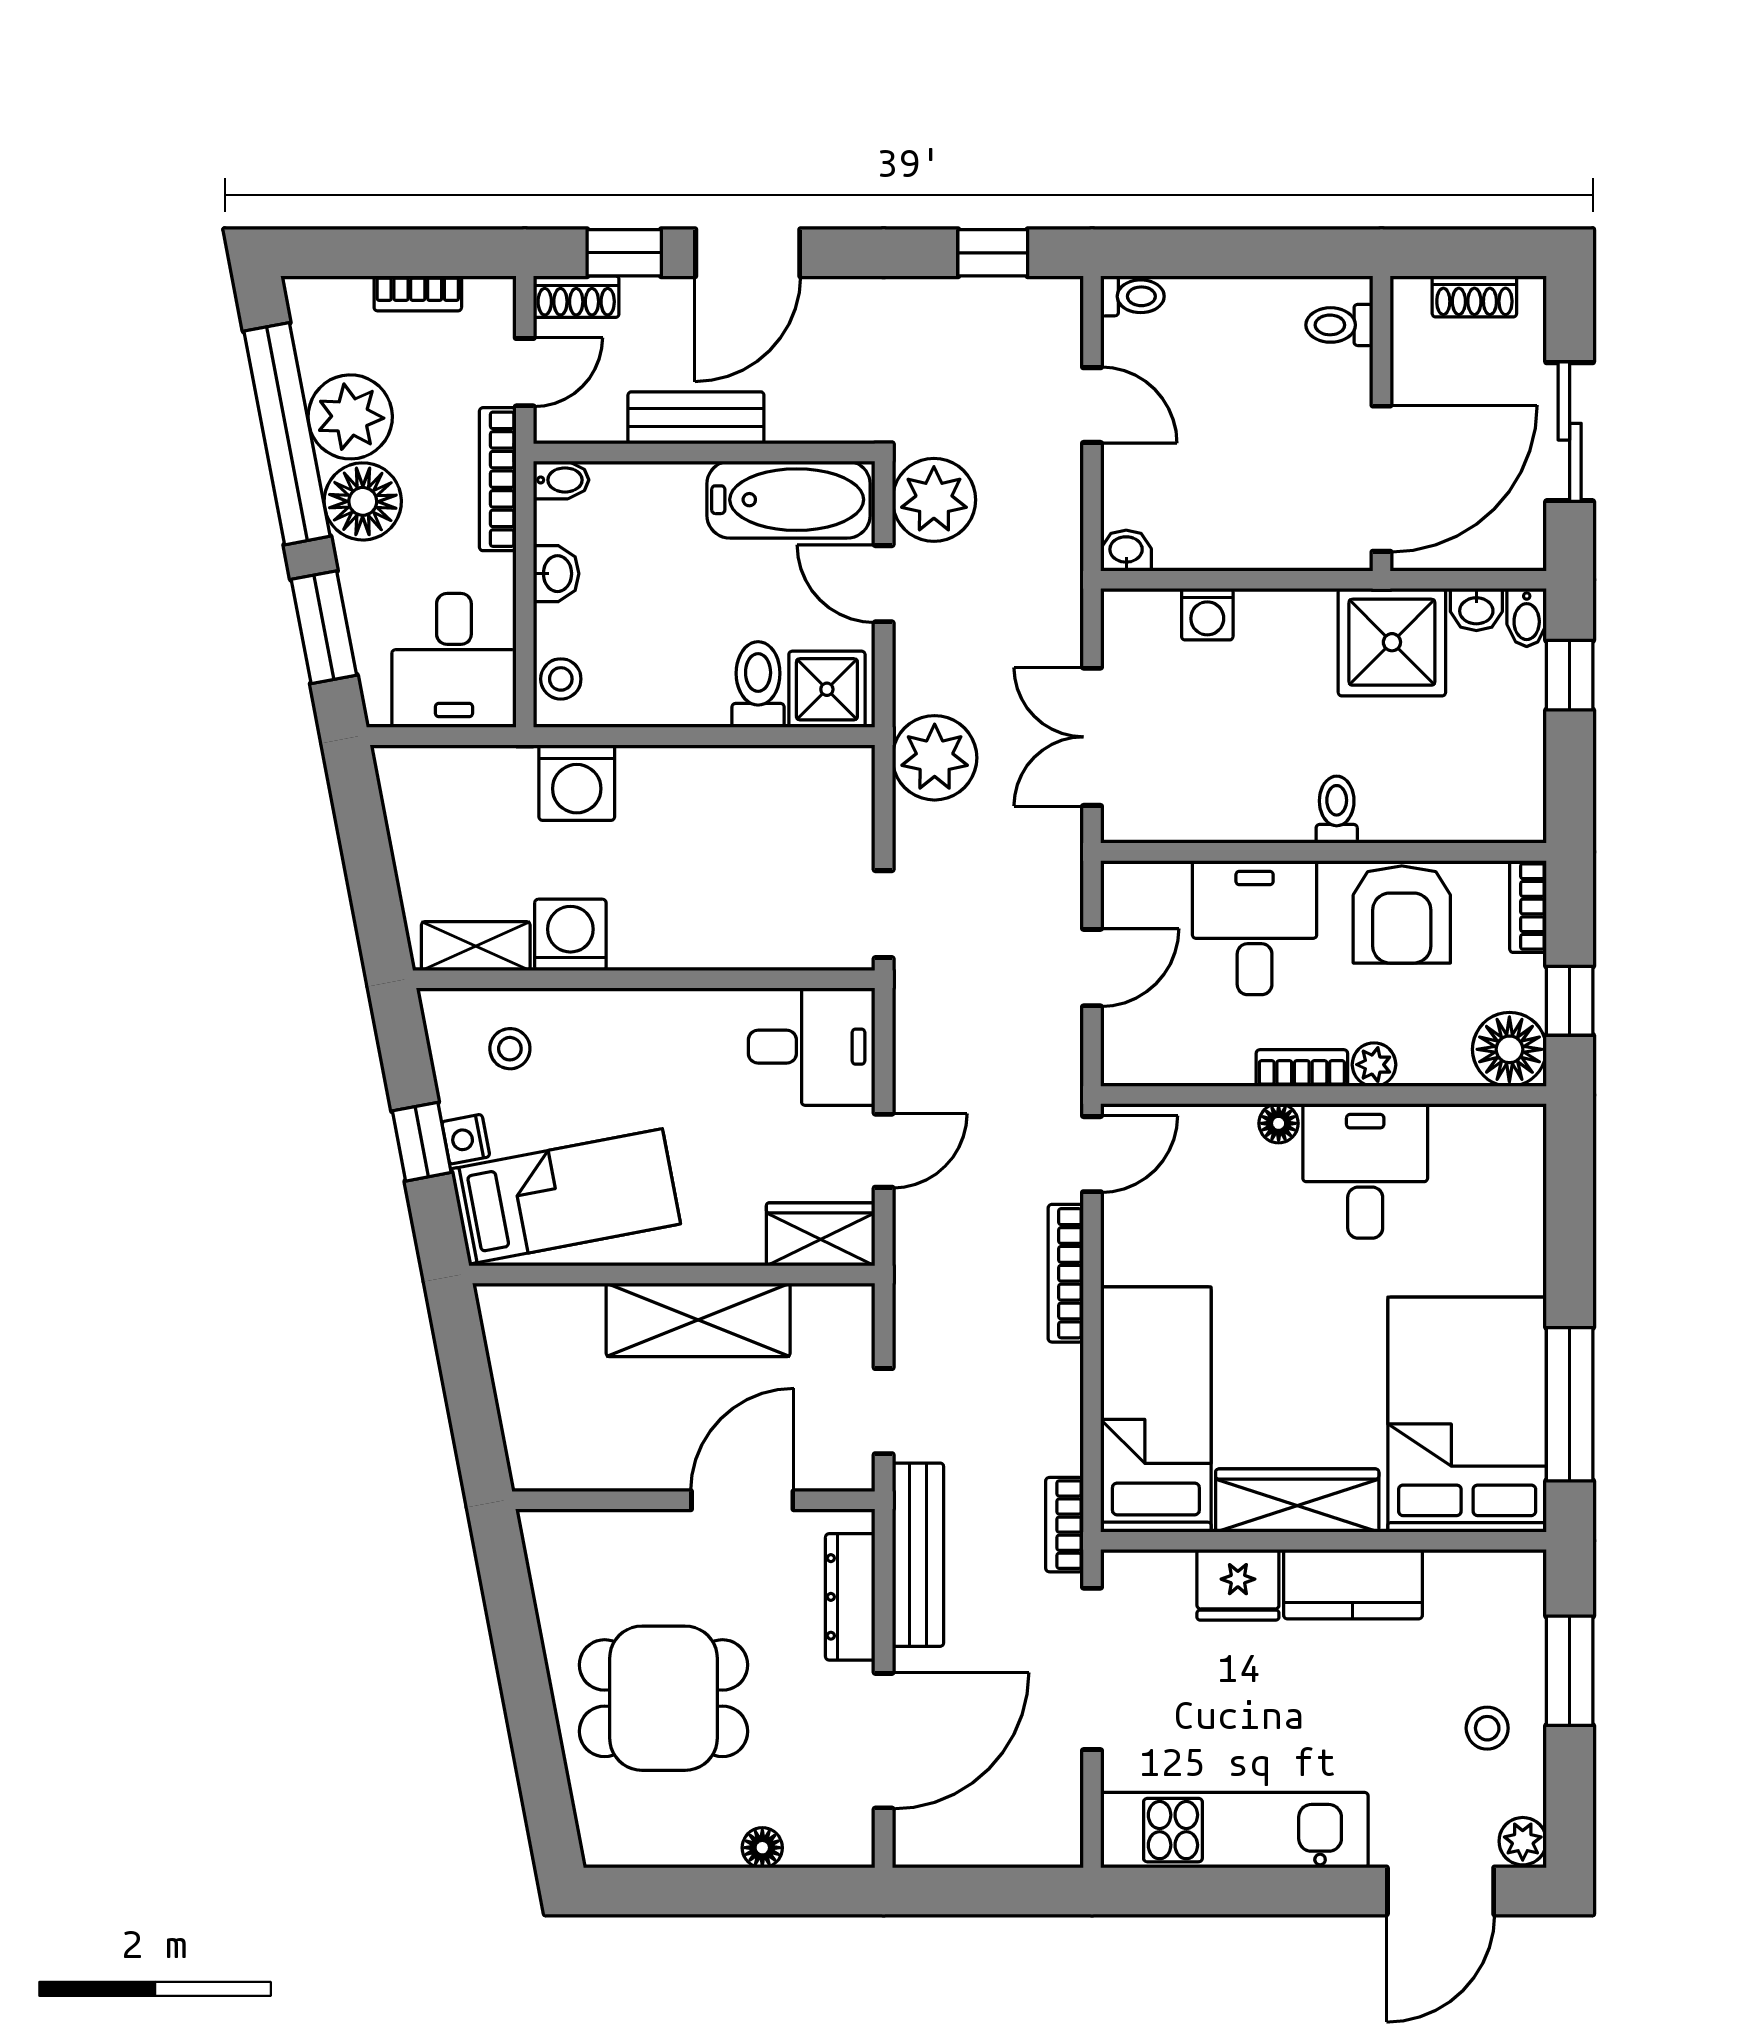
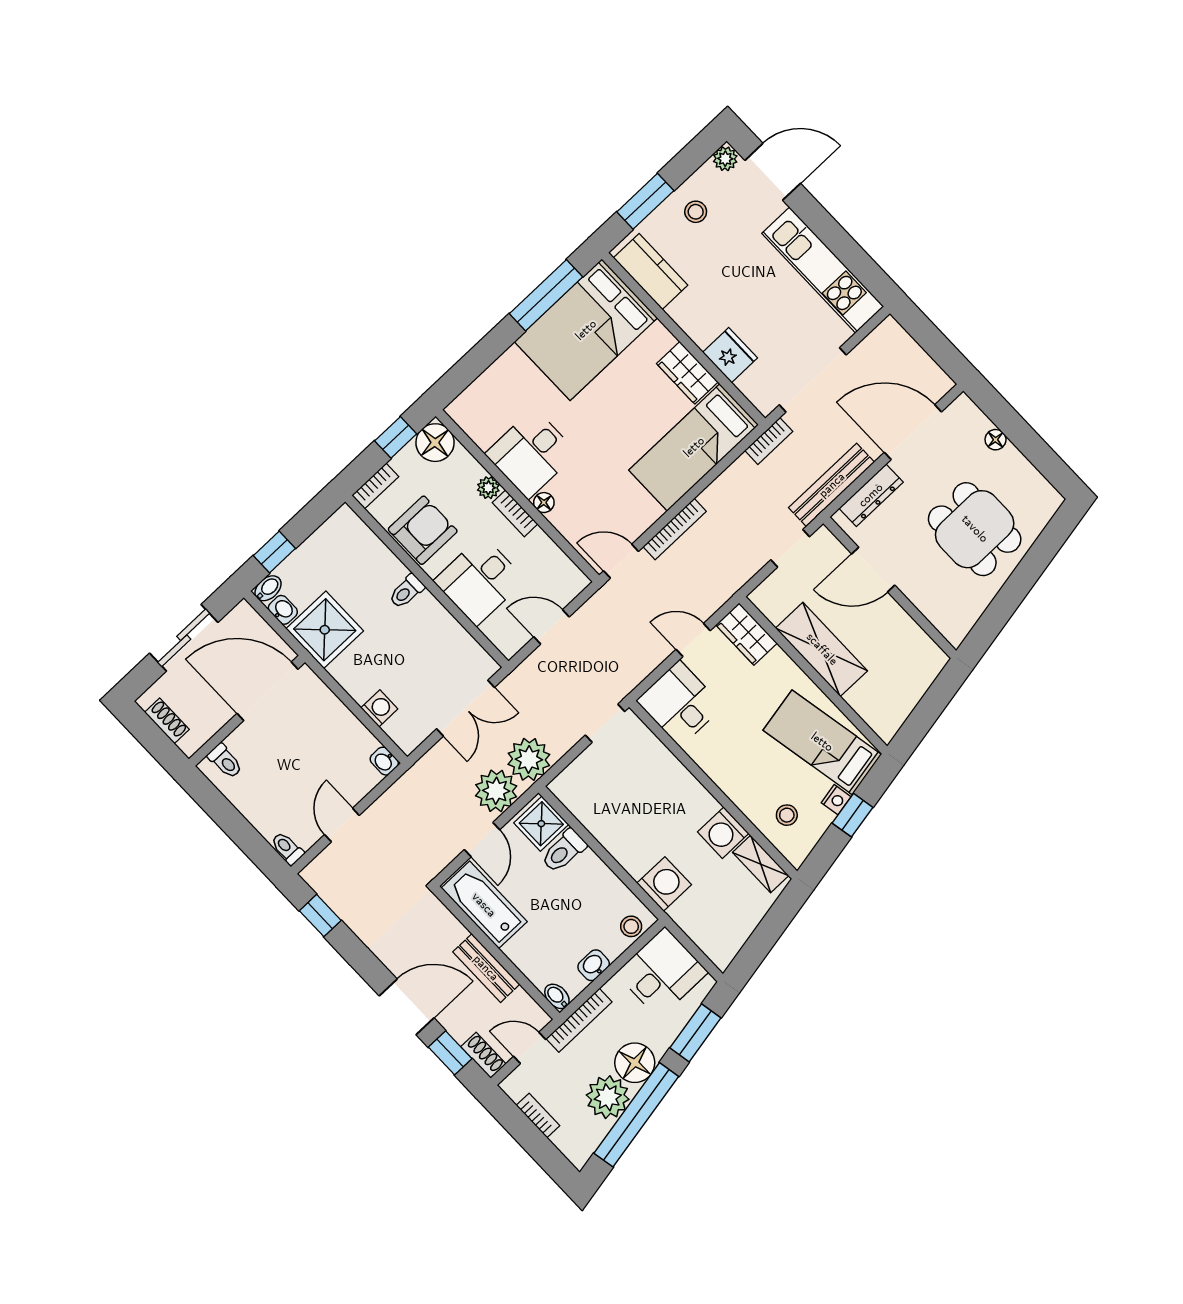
plant: (934, 500) -> (496, 791), moved
wardrobe: (1297, 1501) -> (687, 373), width x0.67
kitchen counter: (1353, 1584) -> (651, 272), moved

